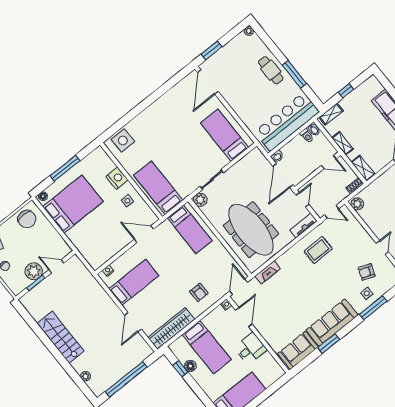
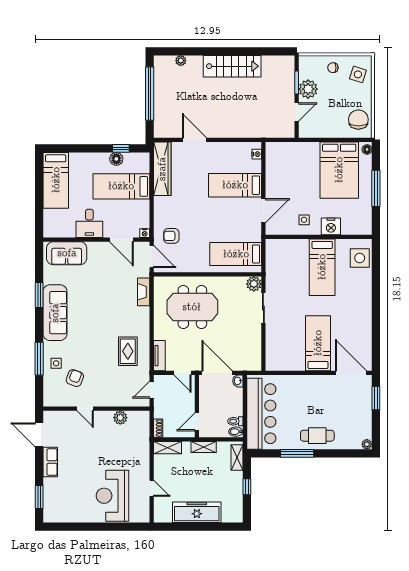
bed: (225, 135) -> (318, 343), moved, turned -90
bed: (158, 188) -> (322, 267), moved, turned 90
plant: (357, 204) -> (120, 418), moved
chair: (27, 219) -> (358, 120), turned 90
meeting table: (251, 230) -> (192, 307), width x0.73
bed: (134, 282) -> (235, 185), moved, turned 90
armchair: (199, 292) -> (171, 236), moved
sofa: (298, 350) -> (67, 253), moved, turned 90

